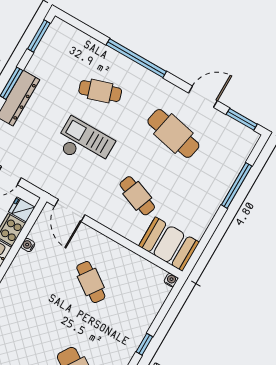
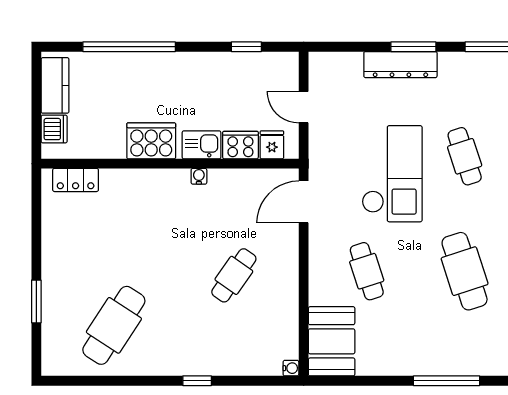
cafe table: (173, 133) -> (465, 271), turned -30
checkout: (85, 144) -> (392, 174), width x1.36, depth x1.21
cafe table: (137, 196) -> (367, 271), turned -39
water cooler: (28, 245) -> (199, 176), moved

